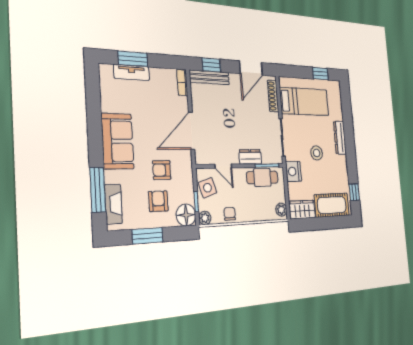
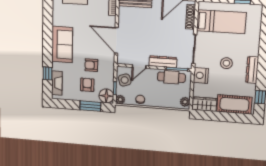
door: (192, 131) -> (116, 40), hinge flipped
dresser: (340, 138) -> (252, 70), moved
dresser: (250, 157) -> (163, 62), width x1.44
door: (223, 166) -> (139, 66), hinge flipped
window: (98, 190) -> (47, 73), width x0.46
window: (148, 236) -> (90, 106), moved

